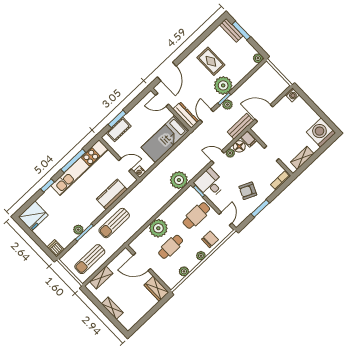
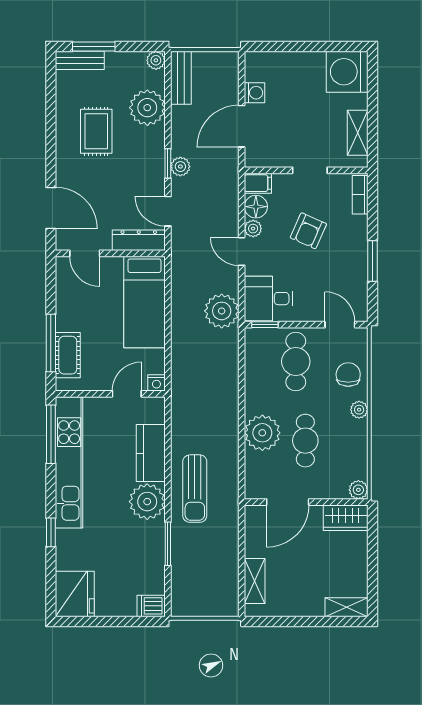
rug: (211, 61) -> (96, 131), turned 90
plant: (223, 85) -> (147, 108), moved
washing machine: (292, 95) -> (254, 93), moved
door: (162, 100) -> (85, 253), hinge flipped
window: (117, 119) -> (51, 343), width x1.44
bench: (240, 126) -> (181, 78), moved
door: (218, 157) -> (242, 251), hinge flipped
window: (73, 161) -> (51, 434), moved
plant: (179, 180) -> (222, 311), moved
armchair: (248, 191) -> (308, 231), moved
plant: (78, 230) -> (147, 502), moved, width x1.87, depth x1.87
sun lounger: (90, 259) -> (213, 572), removed
plant: (184, 271) -> (358, 490), moved
shelving: (112, 308) -> (346, 607), moved

